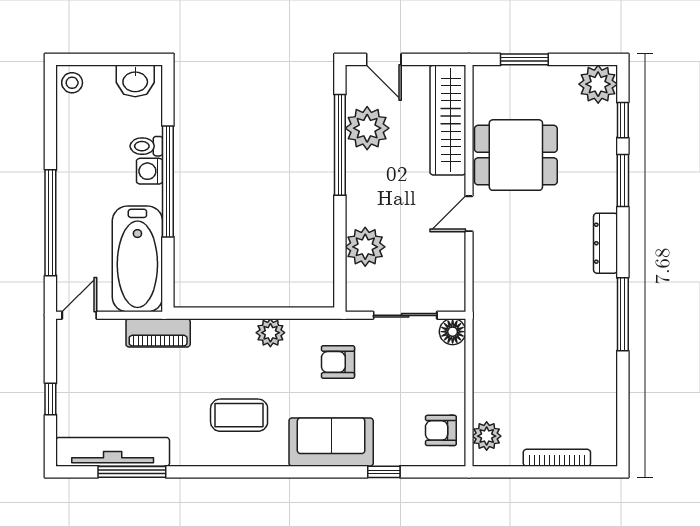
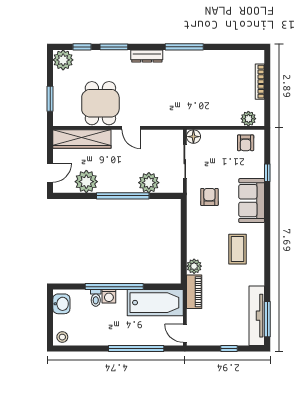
window: (340, 145) -> (123, 196), moved
plant: (270, 333) -> (194, 266), moved
armchair: (338, 362) -> (209, 197), turned 180
window: (132, 472) -> (267, 319), moved

